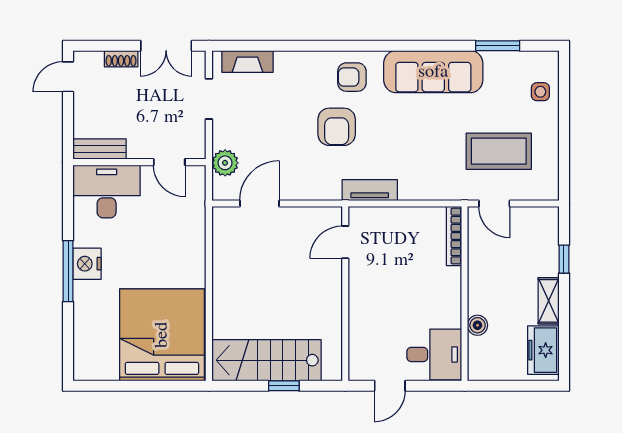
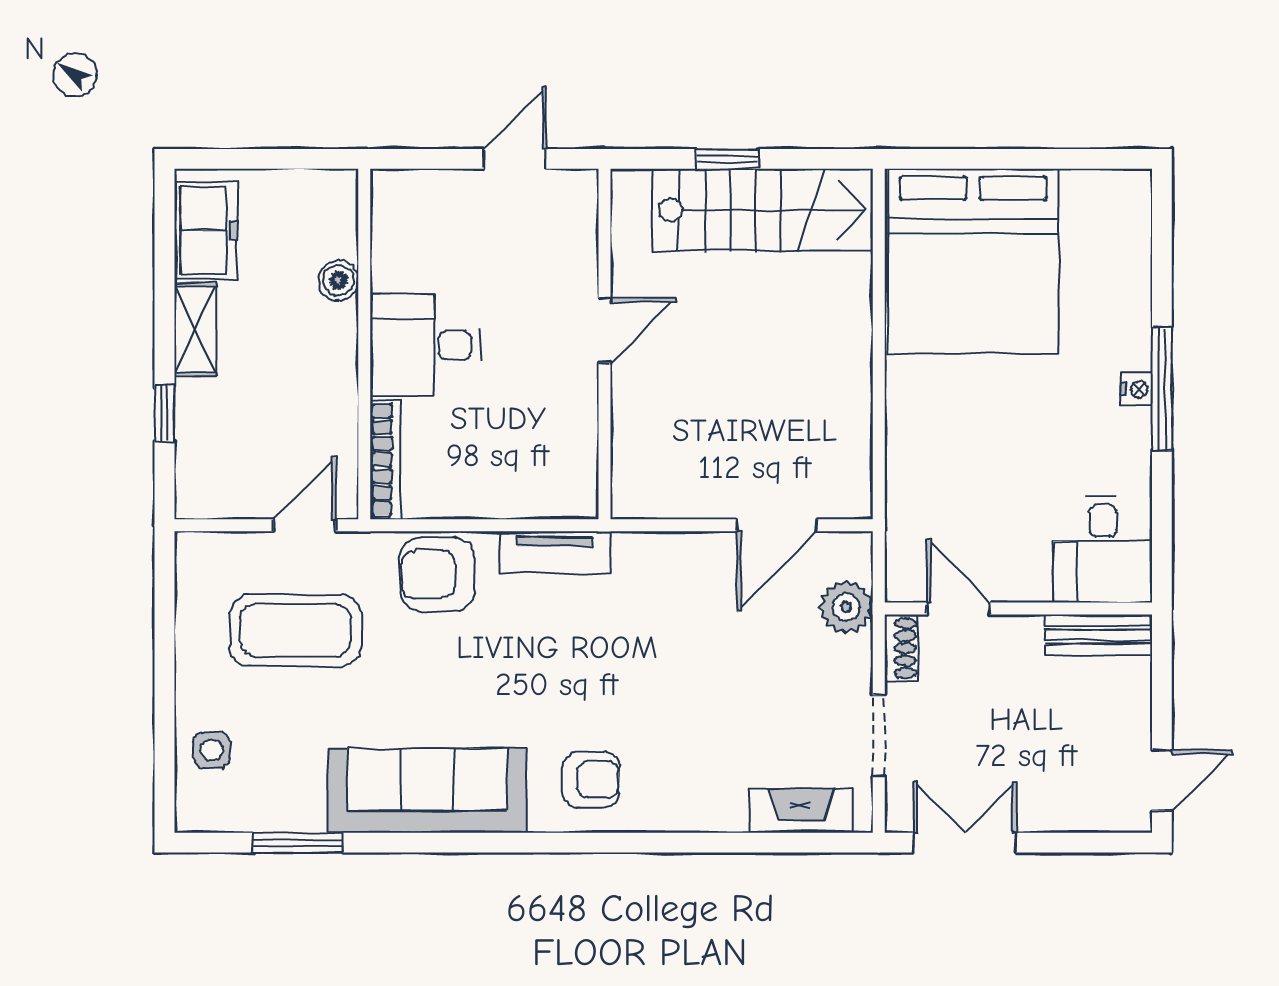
shoe rack: (121, 59) -> (901, 648), moved, turned 90
armchair: (337, 127) -> (437, 574), moved, turned -90
desk: (107, 191) -> (1103, 549), width x0.73
door: (494, 203) -> (305, 525), hinge flipped
door: (345, 242) -> (604, 330), moved
nightstand: (87, 264) -> (1136, 389), width x0.53, depth x0.56
desk: (434, 354) -> (425, 345), moved

